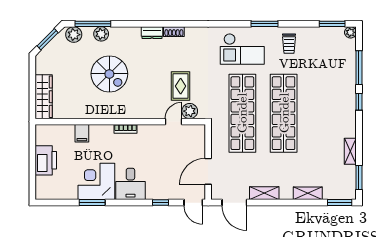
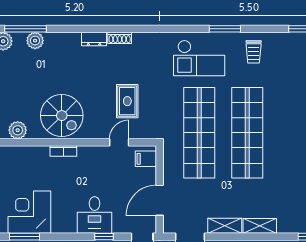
spiral stairs: (109, 74) -> (62, 116), moved
plant: (190, 111) -> (18, 130), moved
filing cabinet: (82, 133) -> (146, 159), moved, turned 90
desk: (130, 184) -> (95, 215), moved
shelving: (308, 193) -> (260, 226), moved

